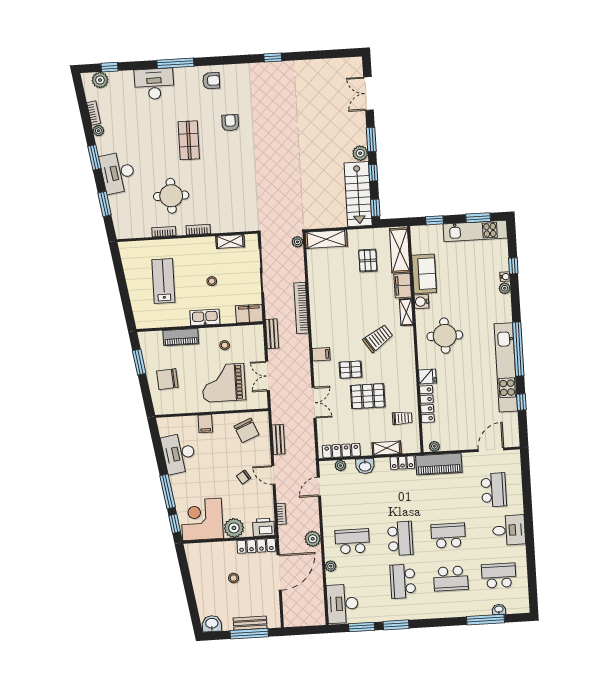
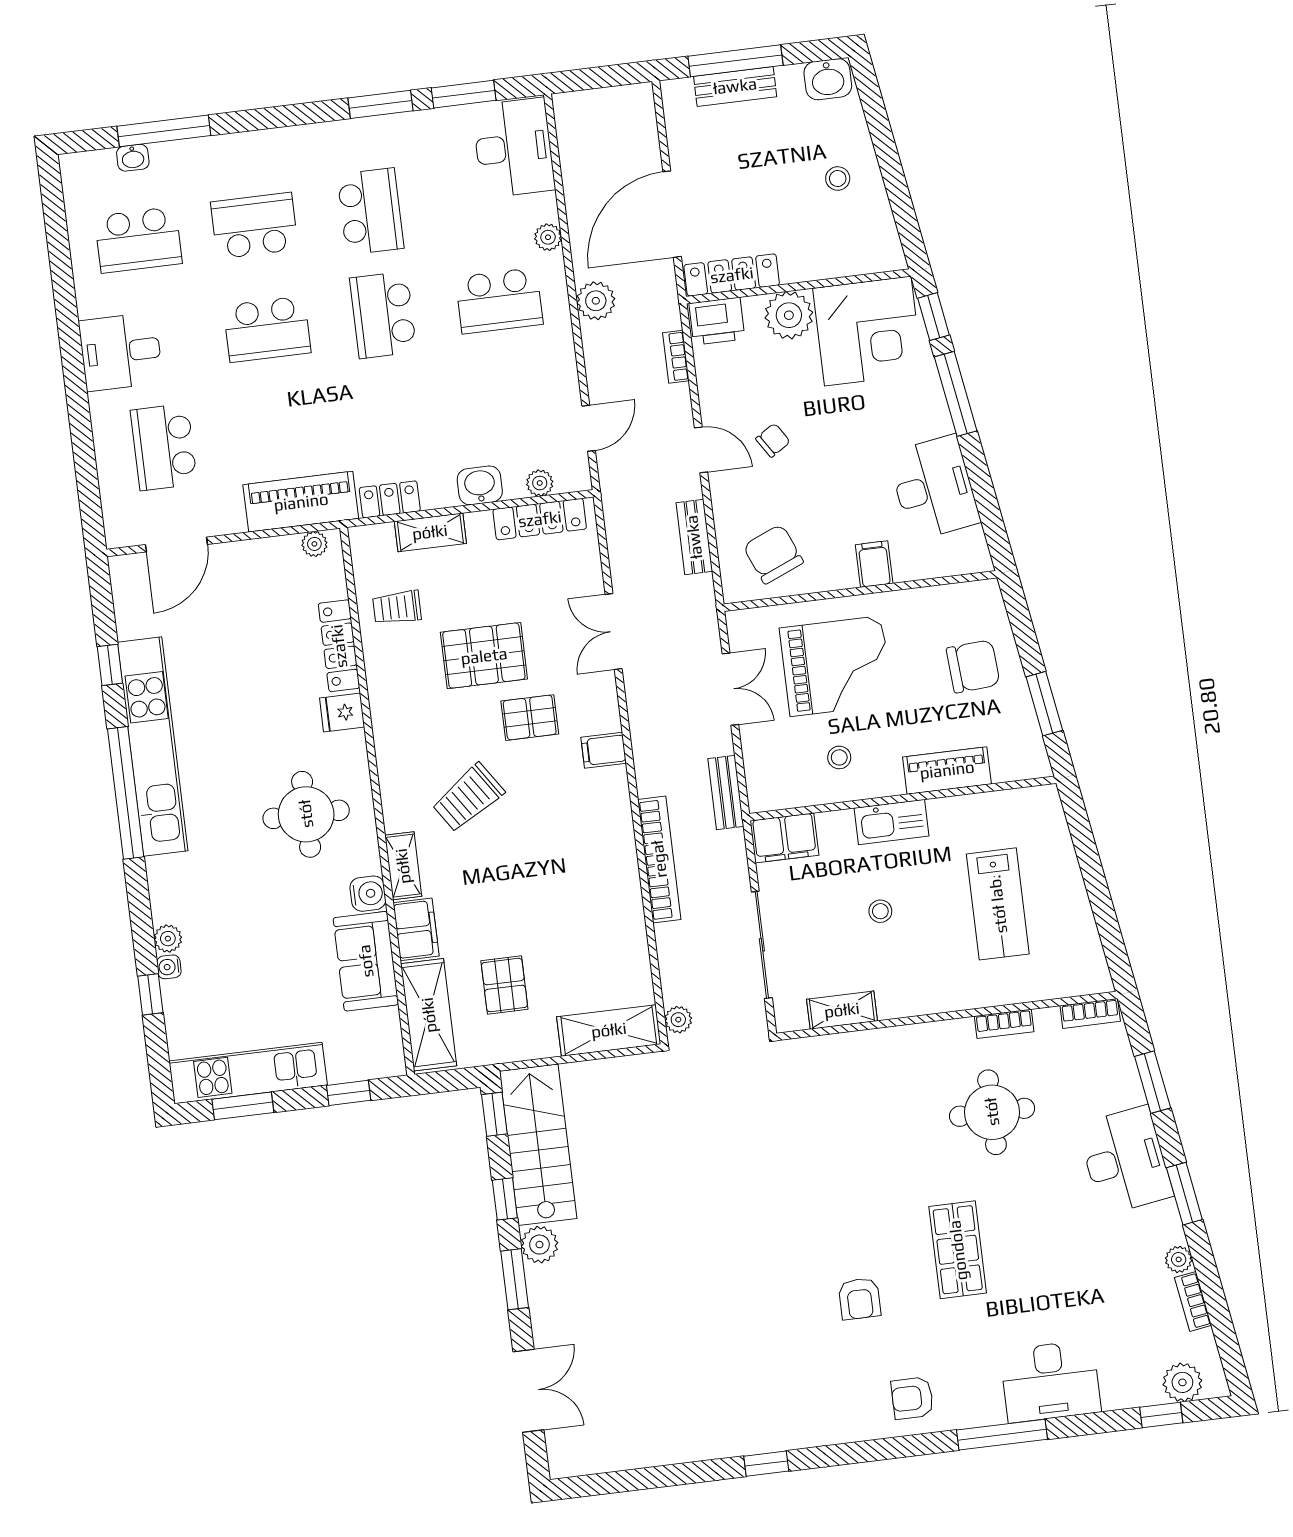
bookcase: (198, 230) -> (1090, 1013), moved
stool: (234, 578) -> (838, 178), moved

